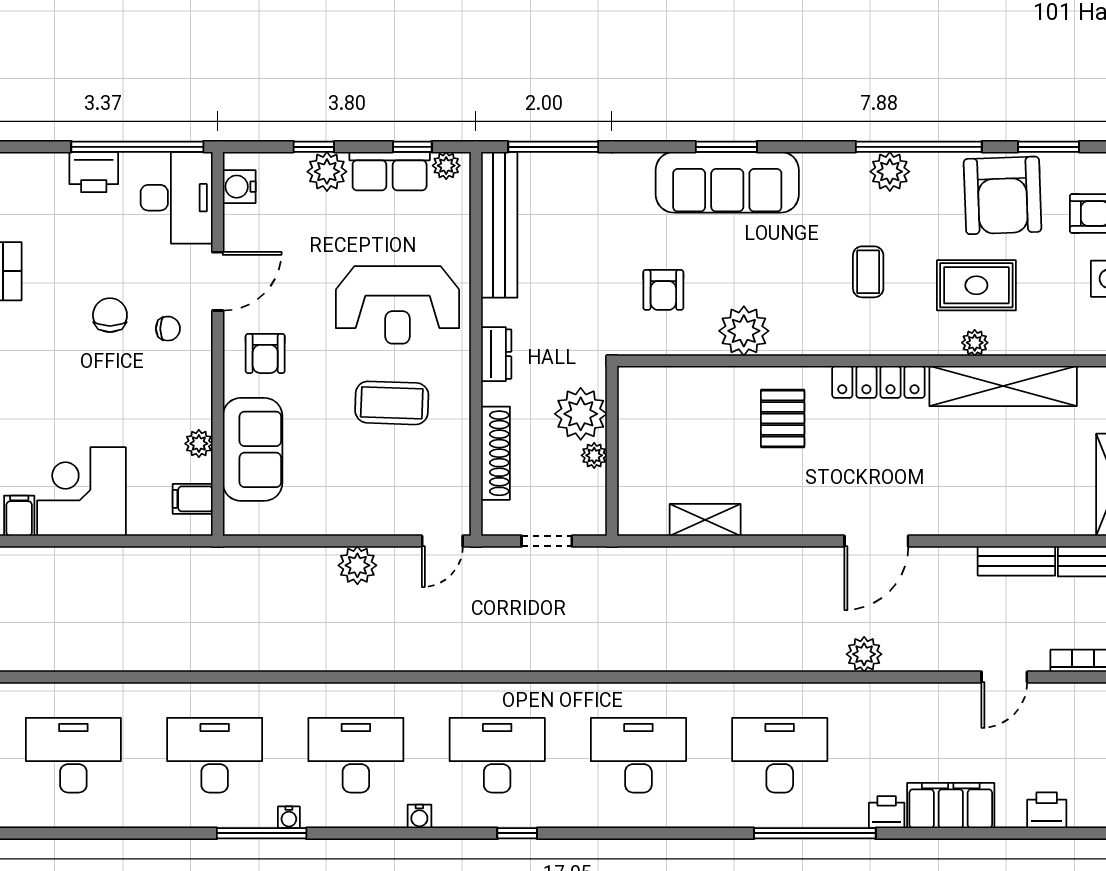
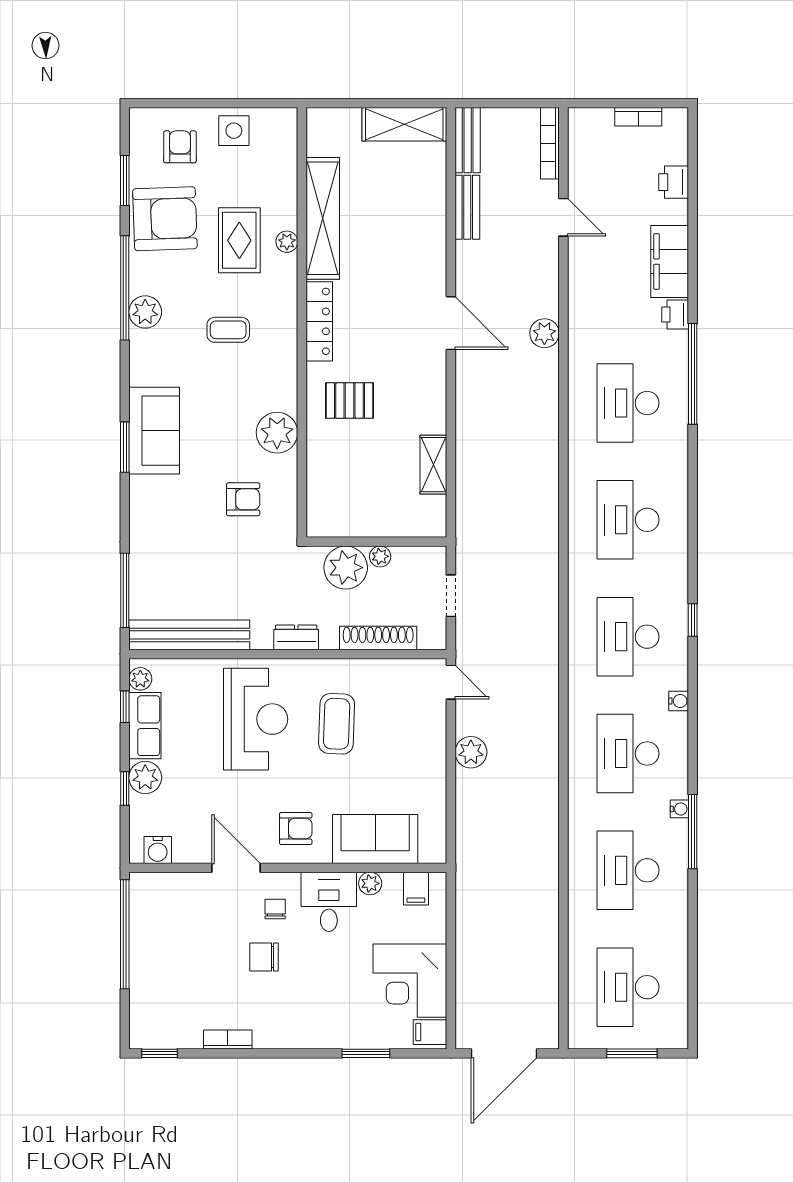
printer: (94, 172) -> (146, 970), removed
sofa: (727, 182) -> (154, 431), width x0.73
desk: (177, 198) -> (329, 902), moved, width x0.73

